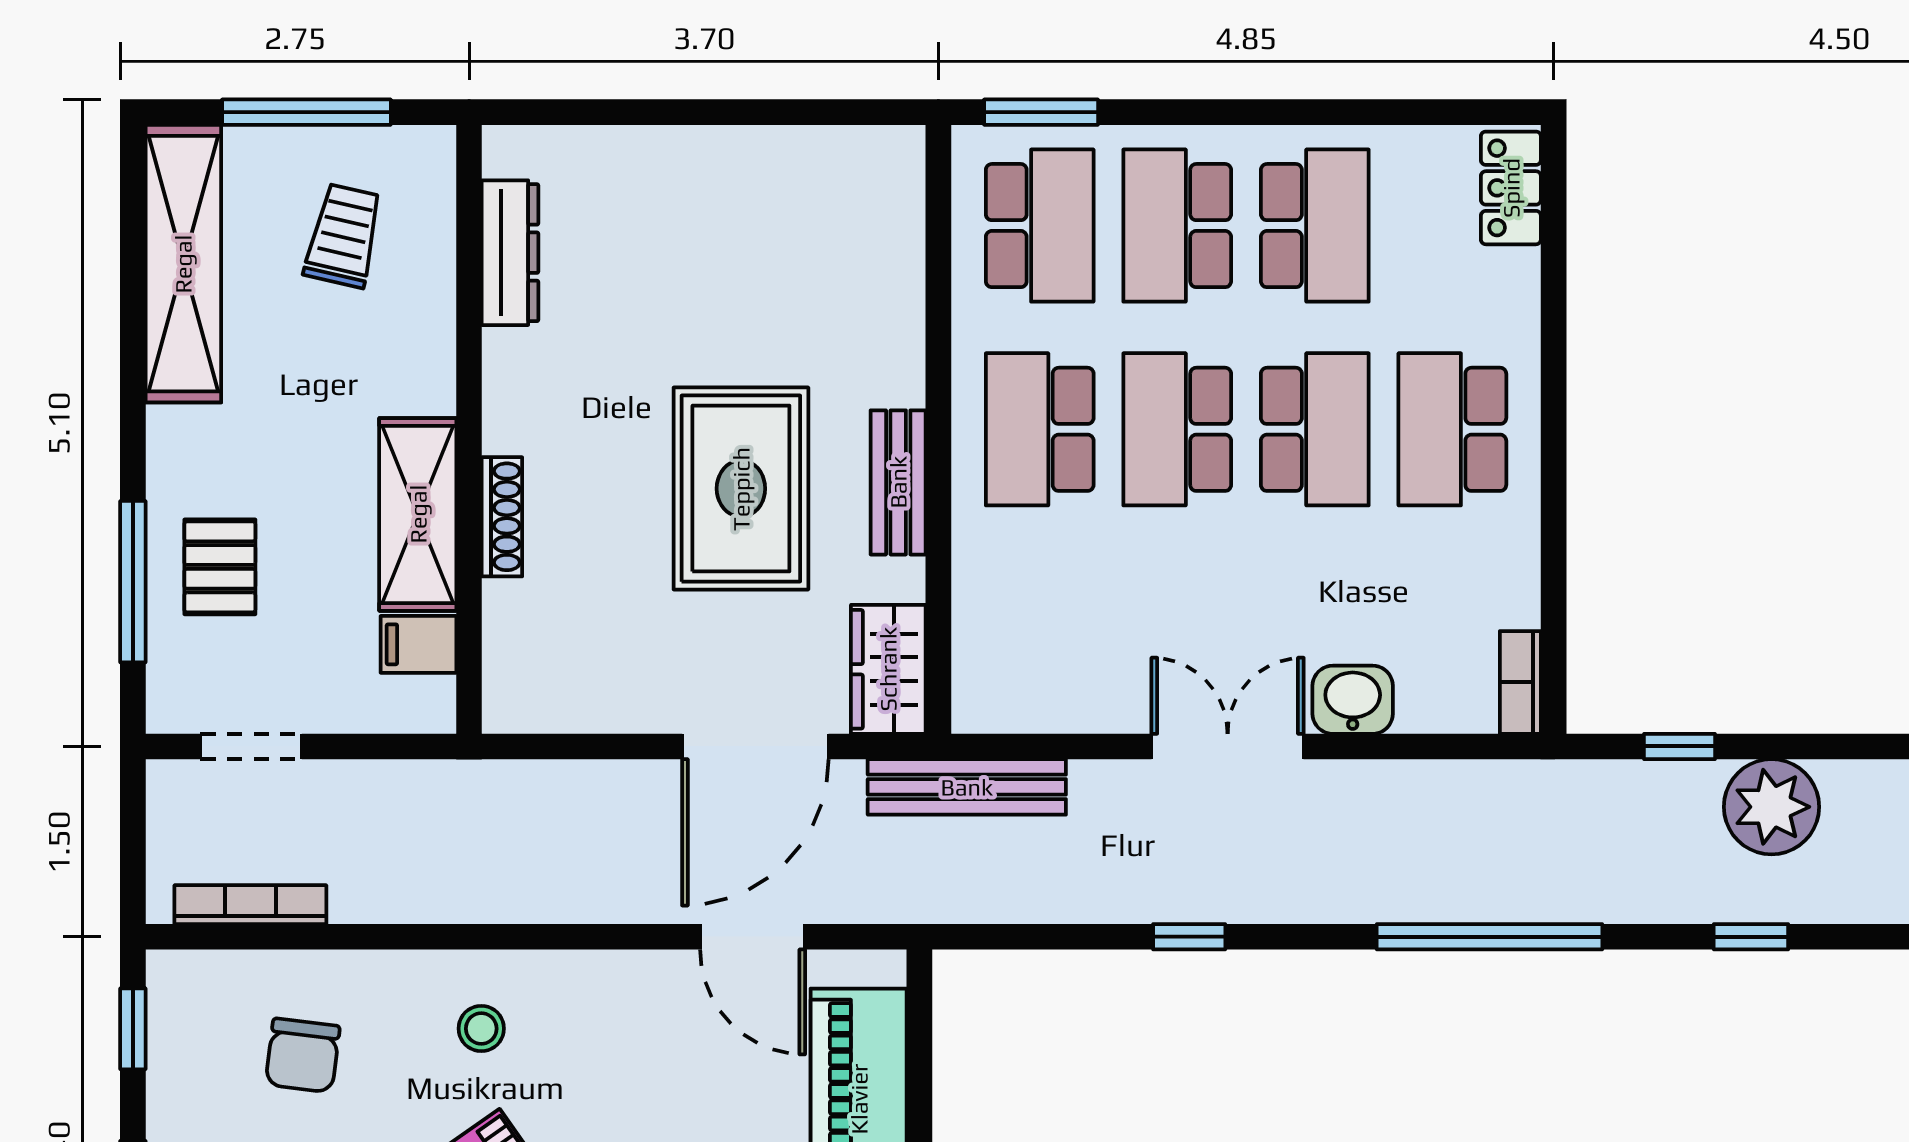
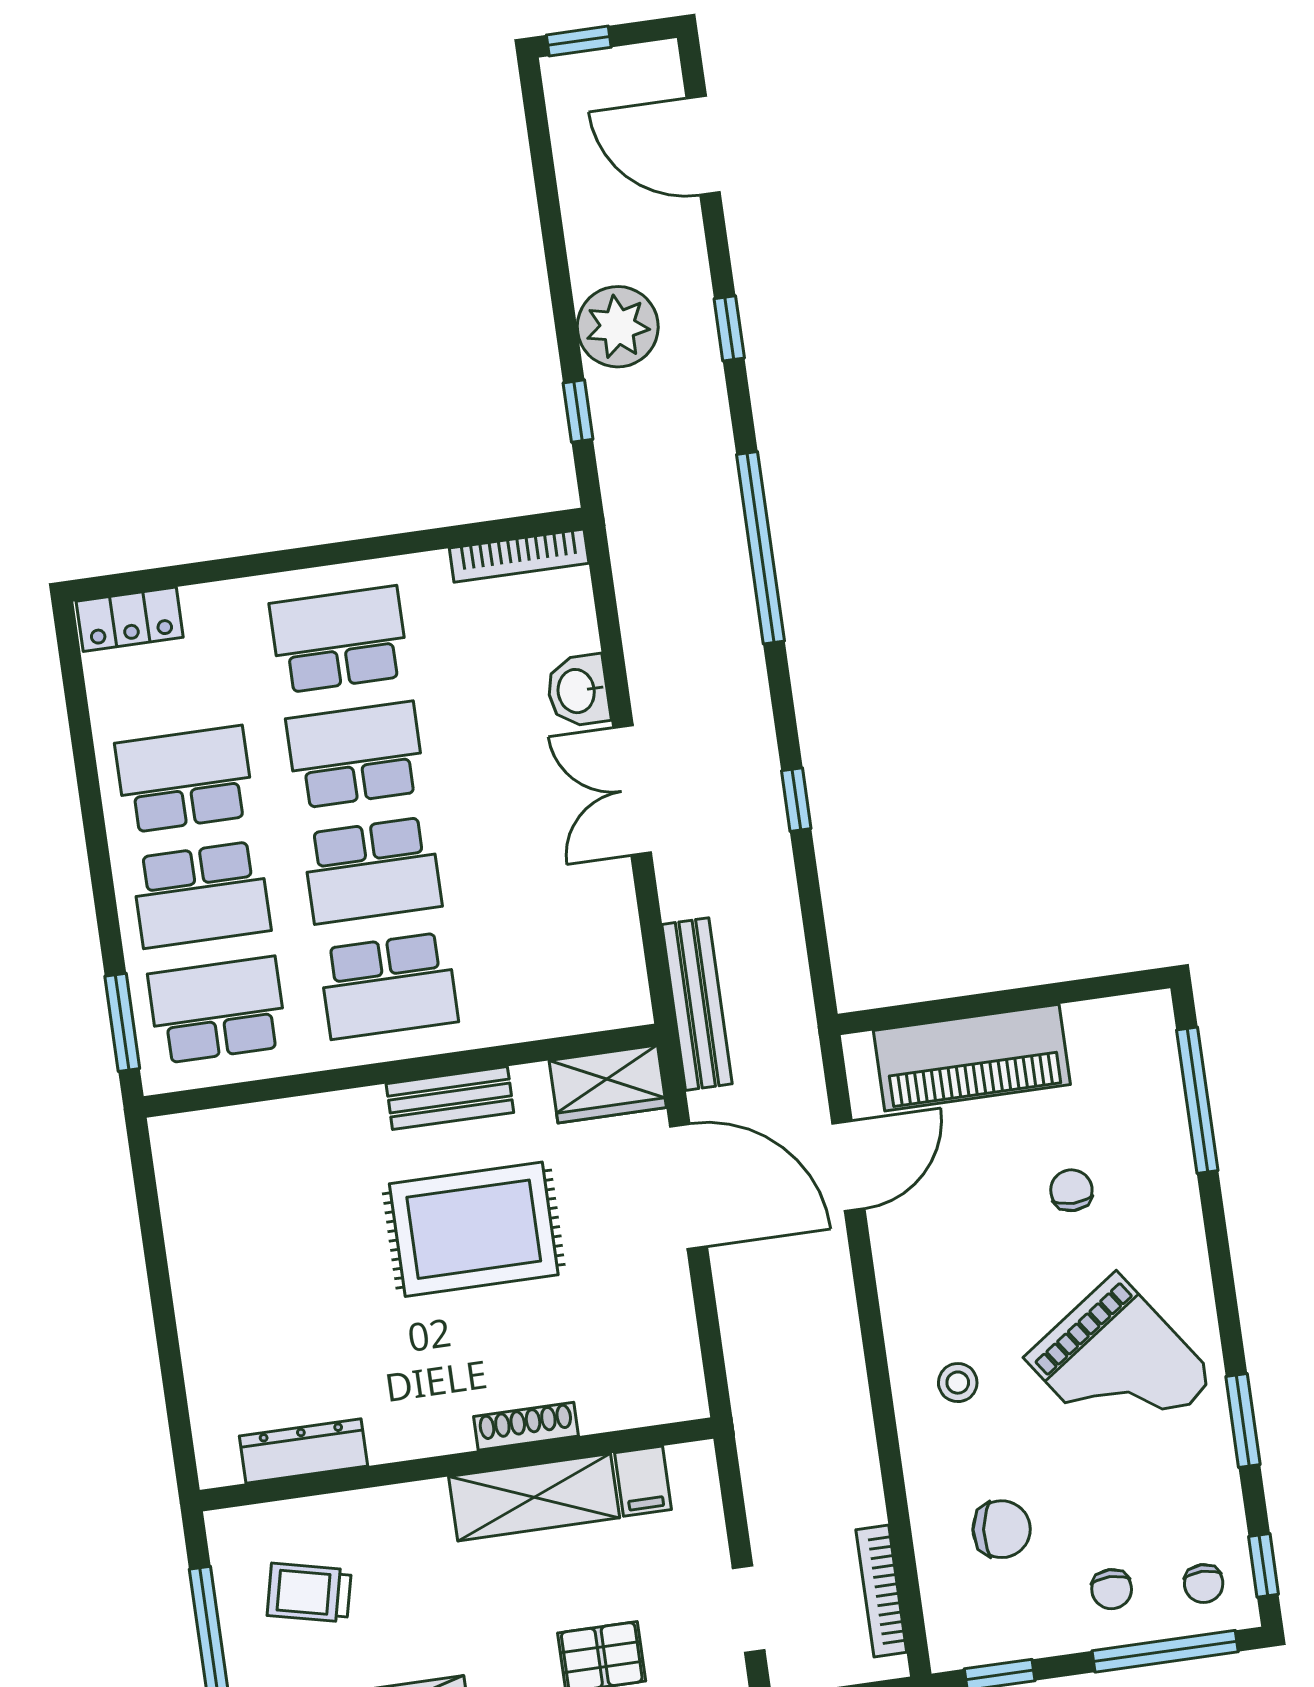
school desk: (1452, 429) -> (339, 639), turned 180
bookcase: (1520, 682) -> (519, 556), width x1.56

